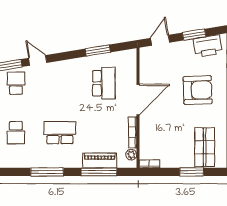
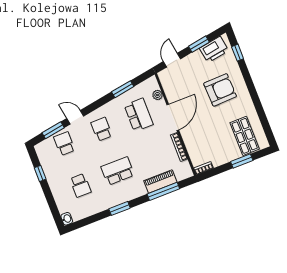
school desk: (60, 83) -> (101, 129), added
plant: (131, 155) -> (157, 95), moved
window: (47, 172) -> (120, 208), width x0.69

